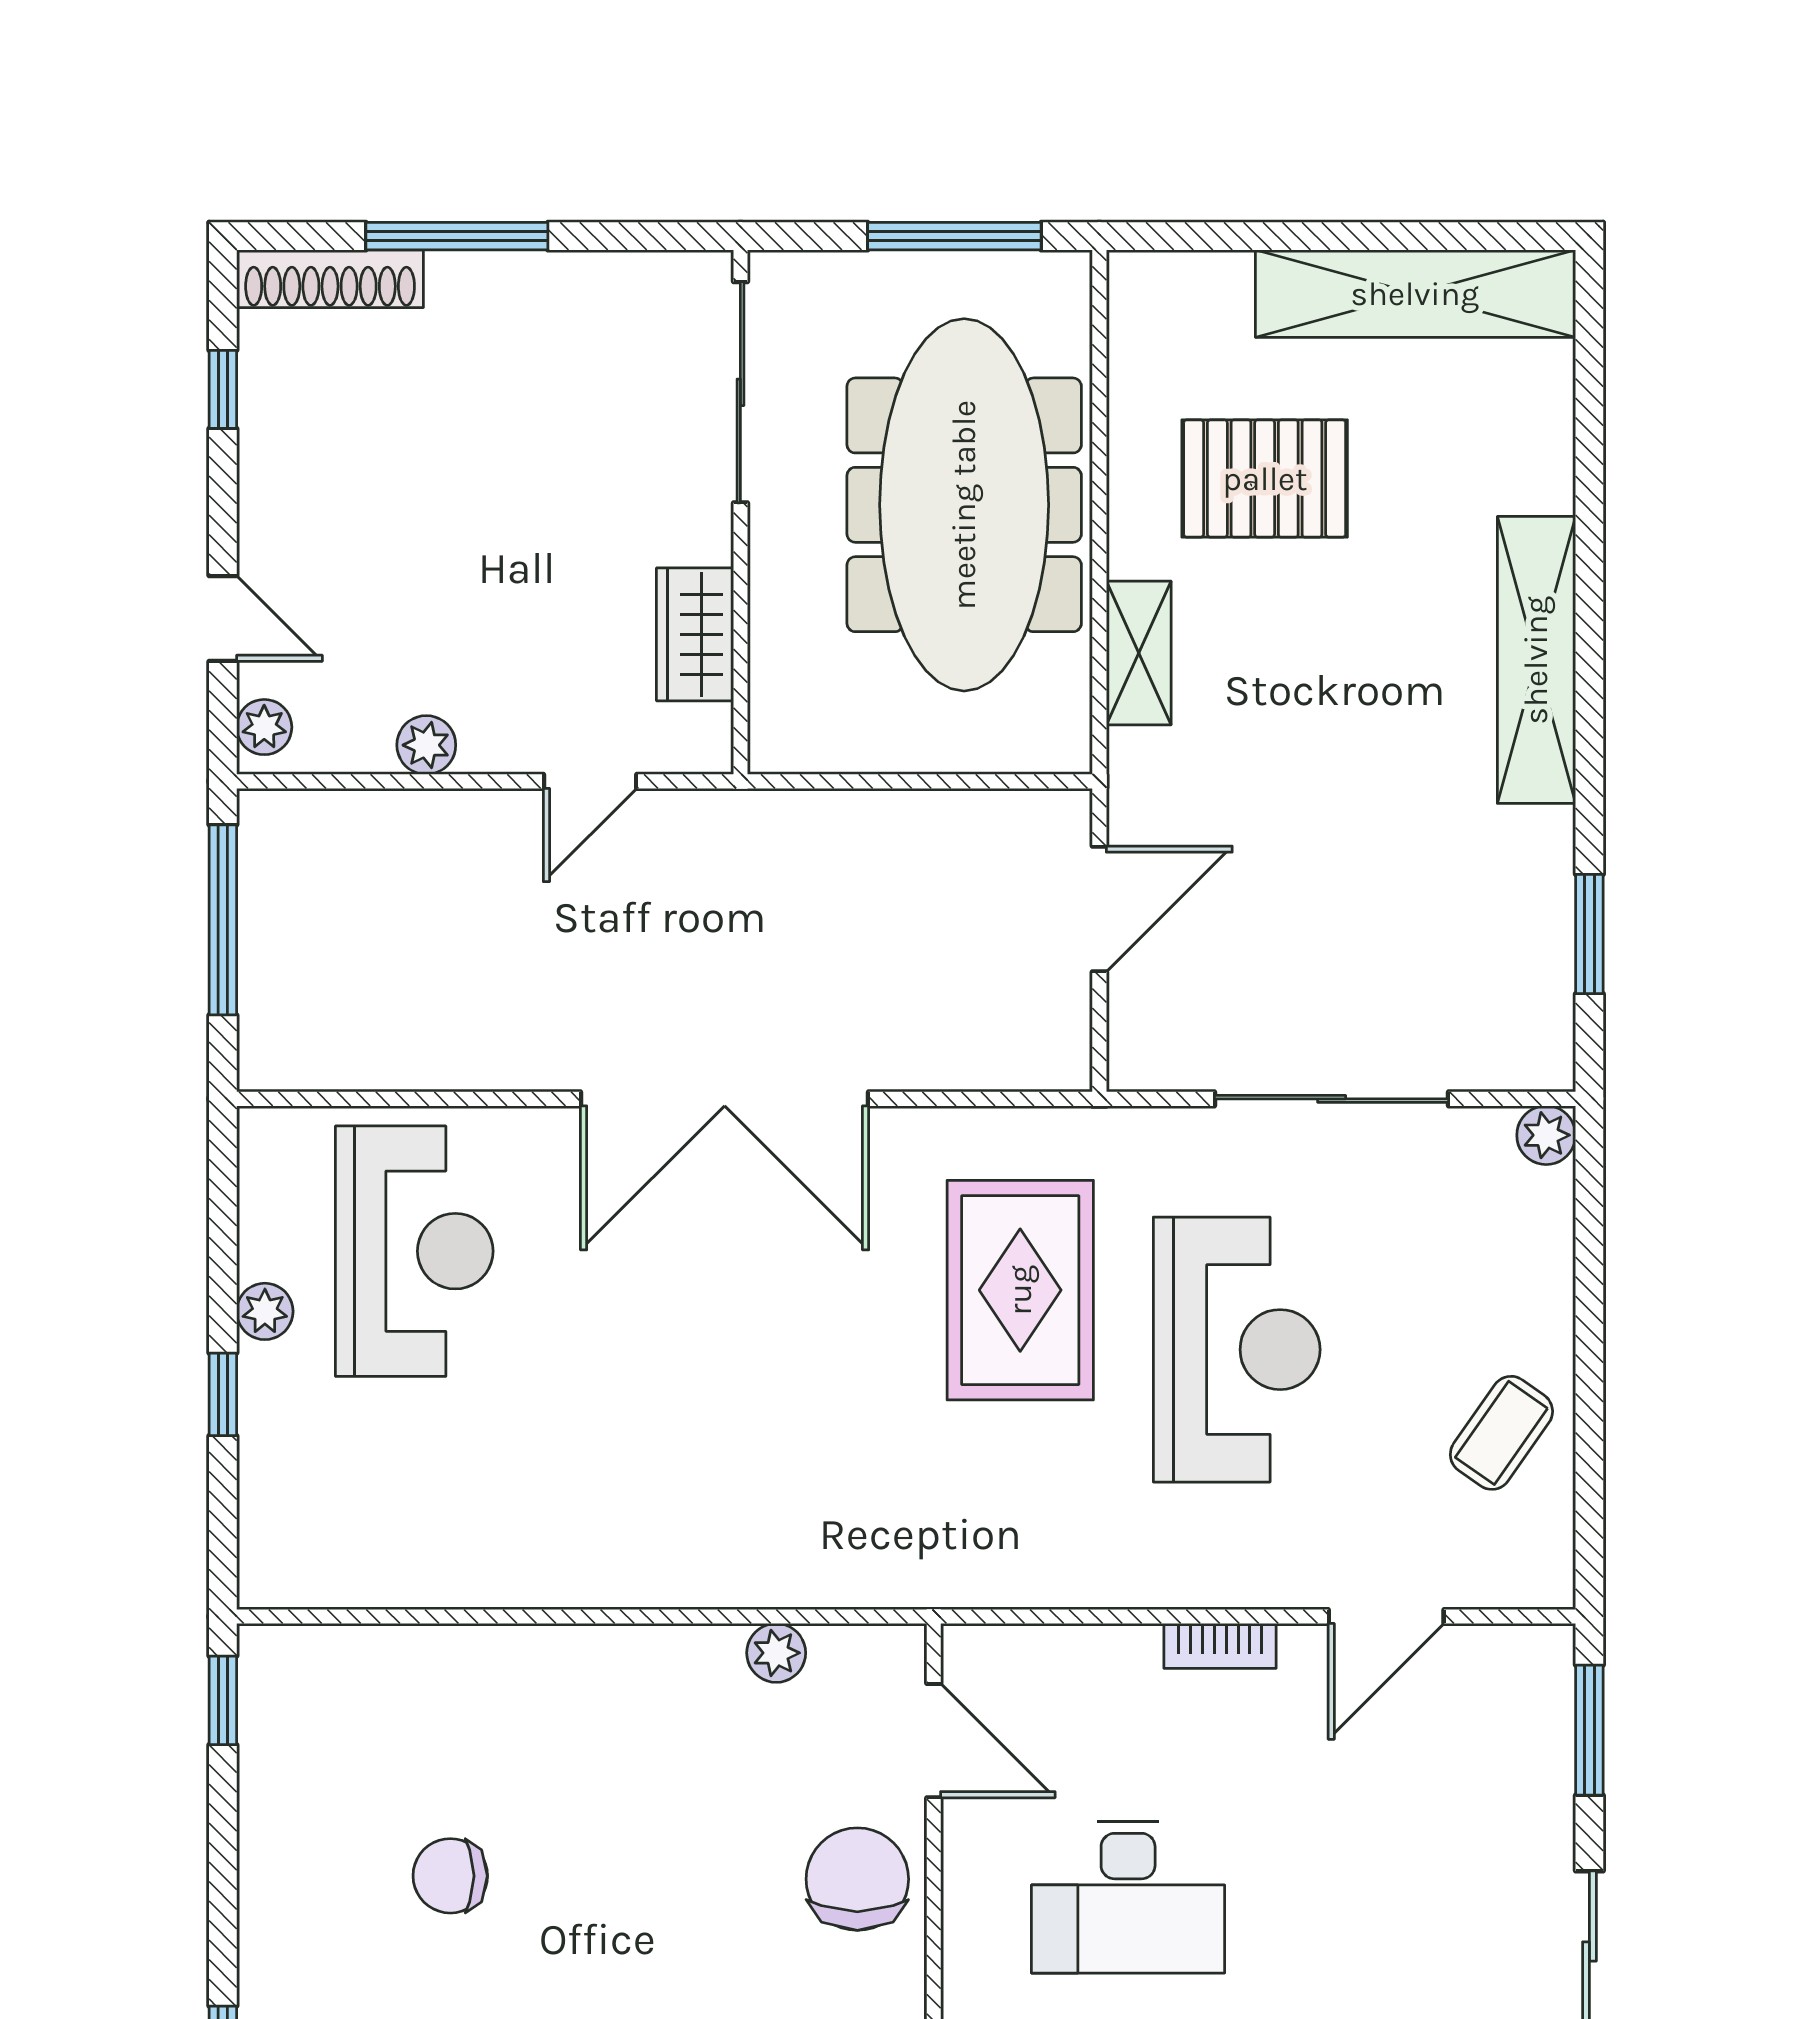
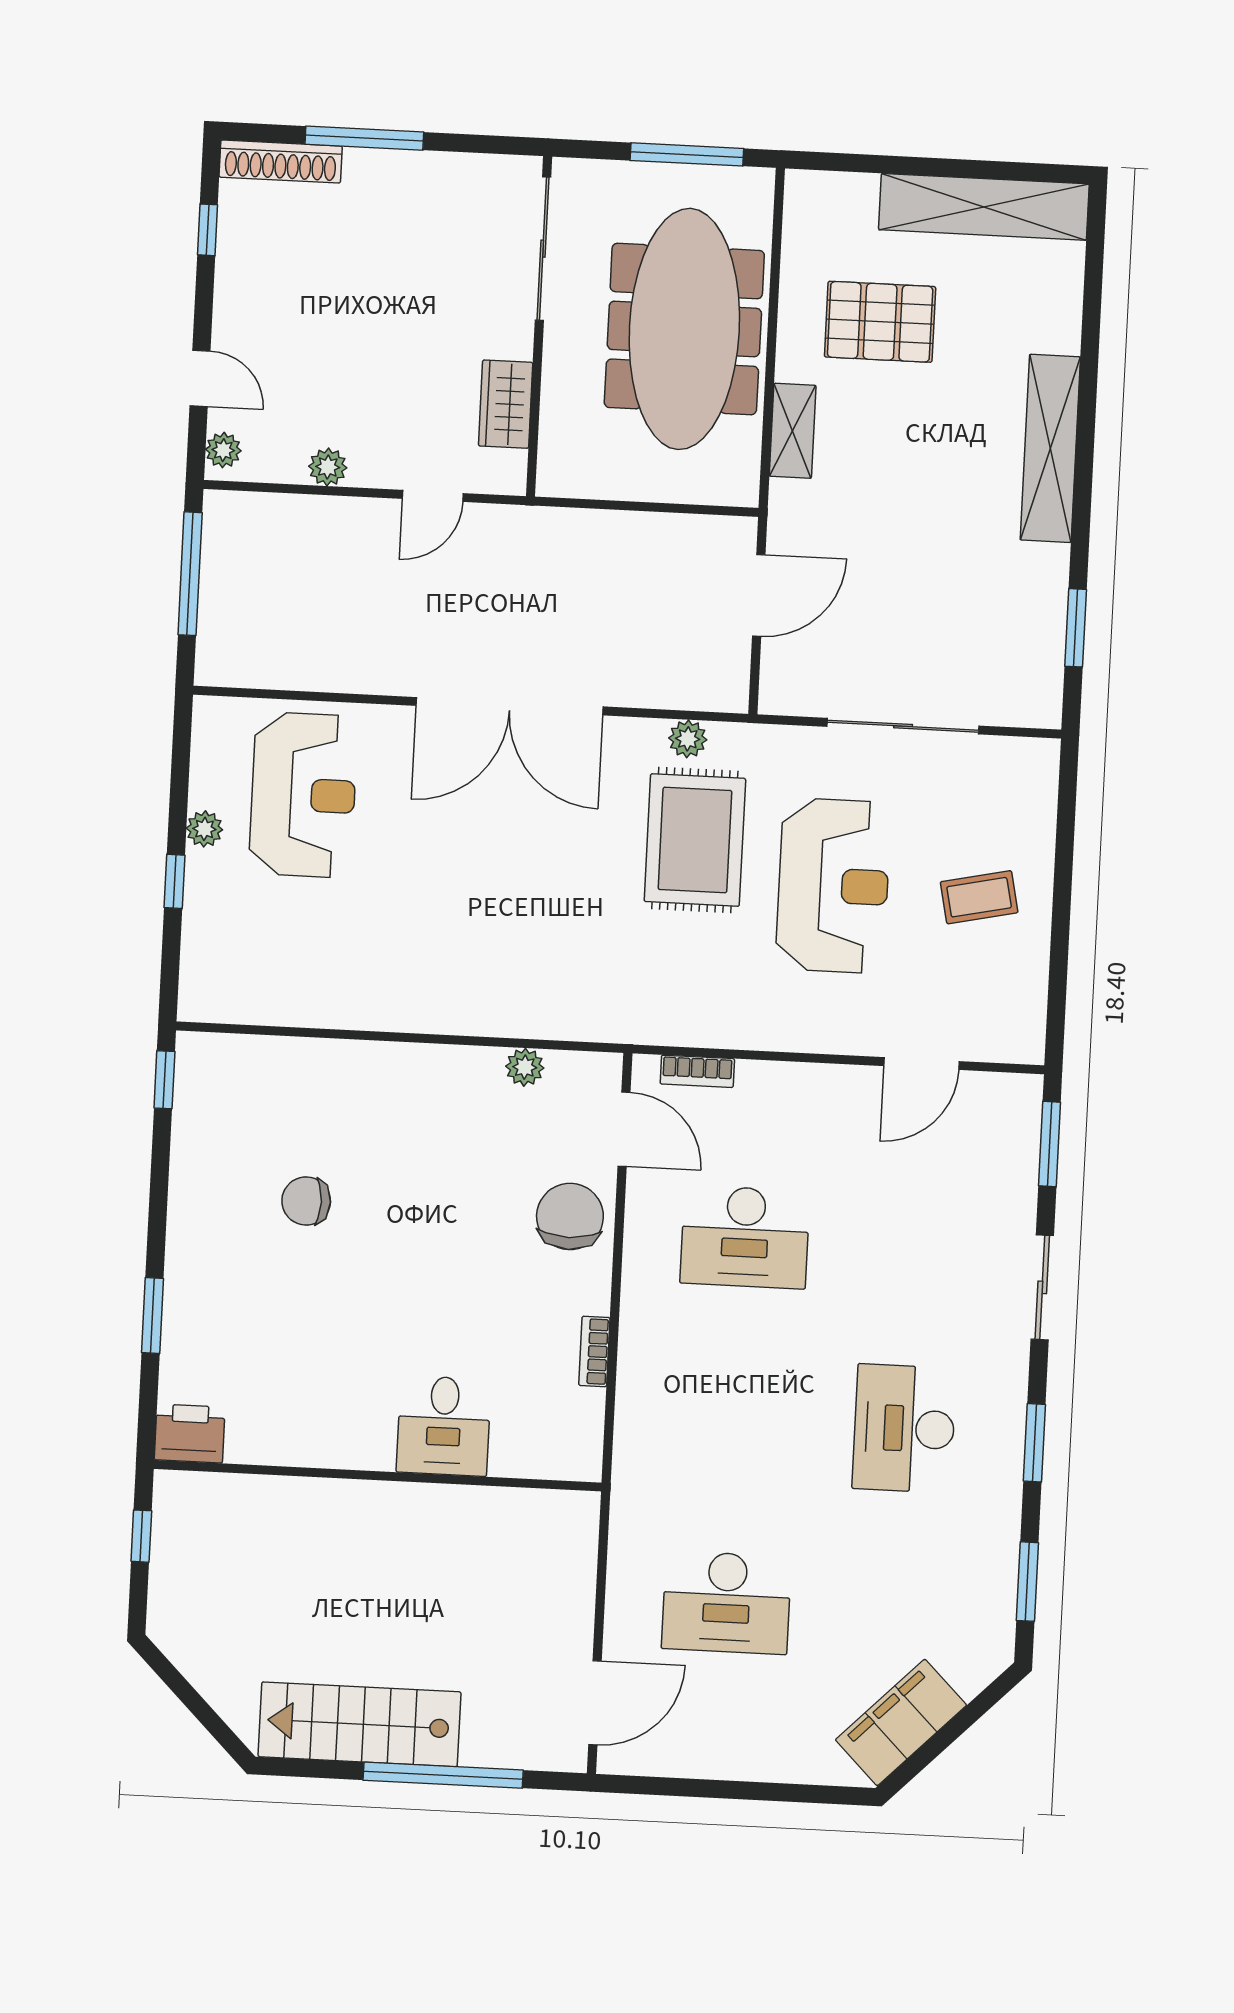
plant: (1546, 1135) -> (688, 739), moved
coffee table: (1501, 1433) -> (979, 897), moved, turned 43
bookcase: (1220, 1646) -> (697, 1071), moved

